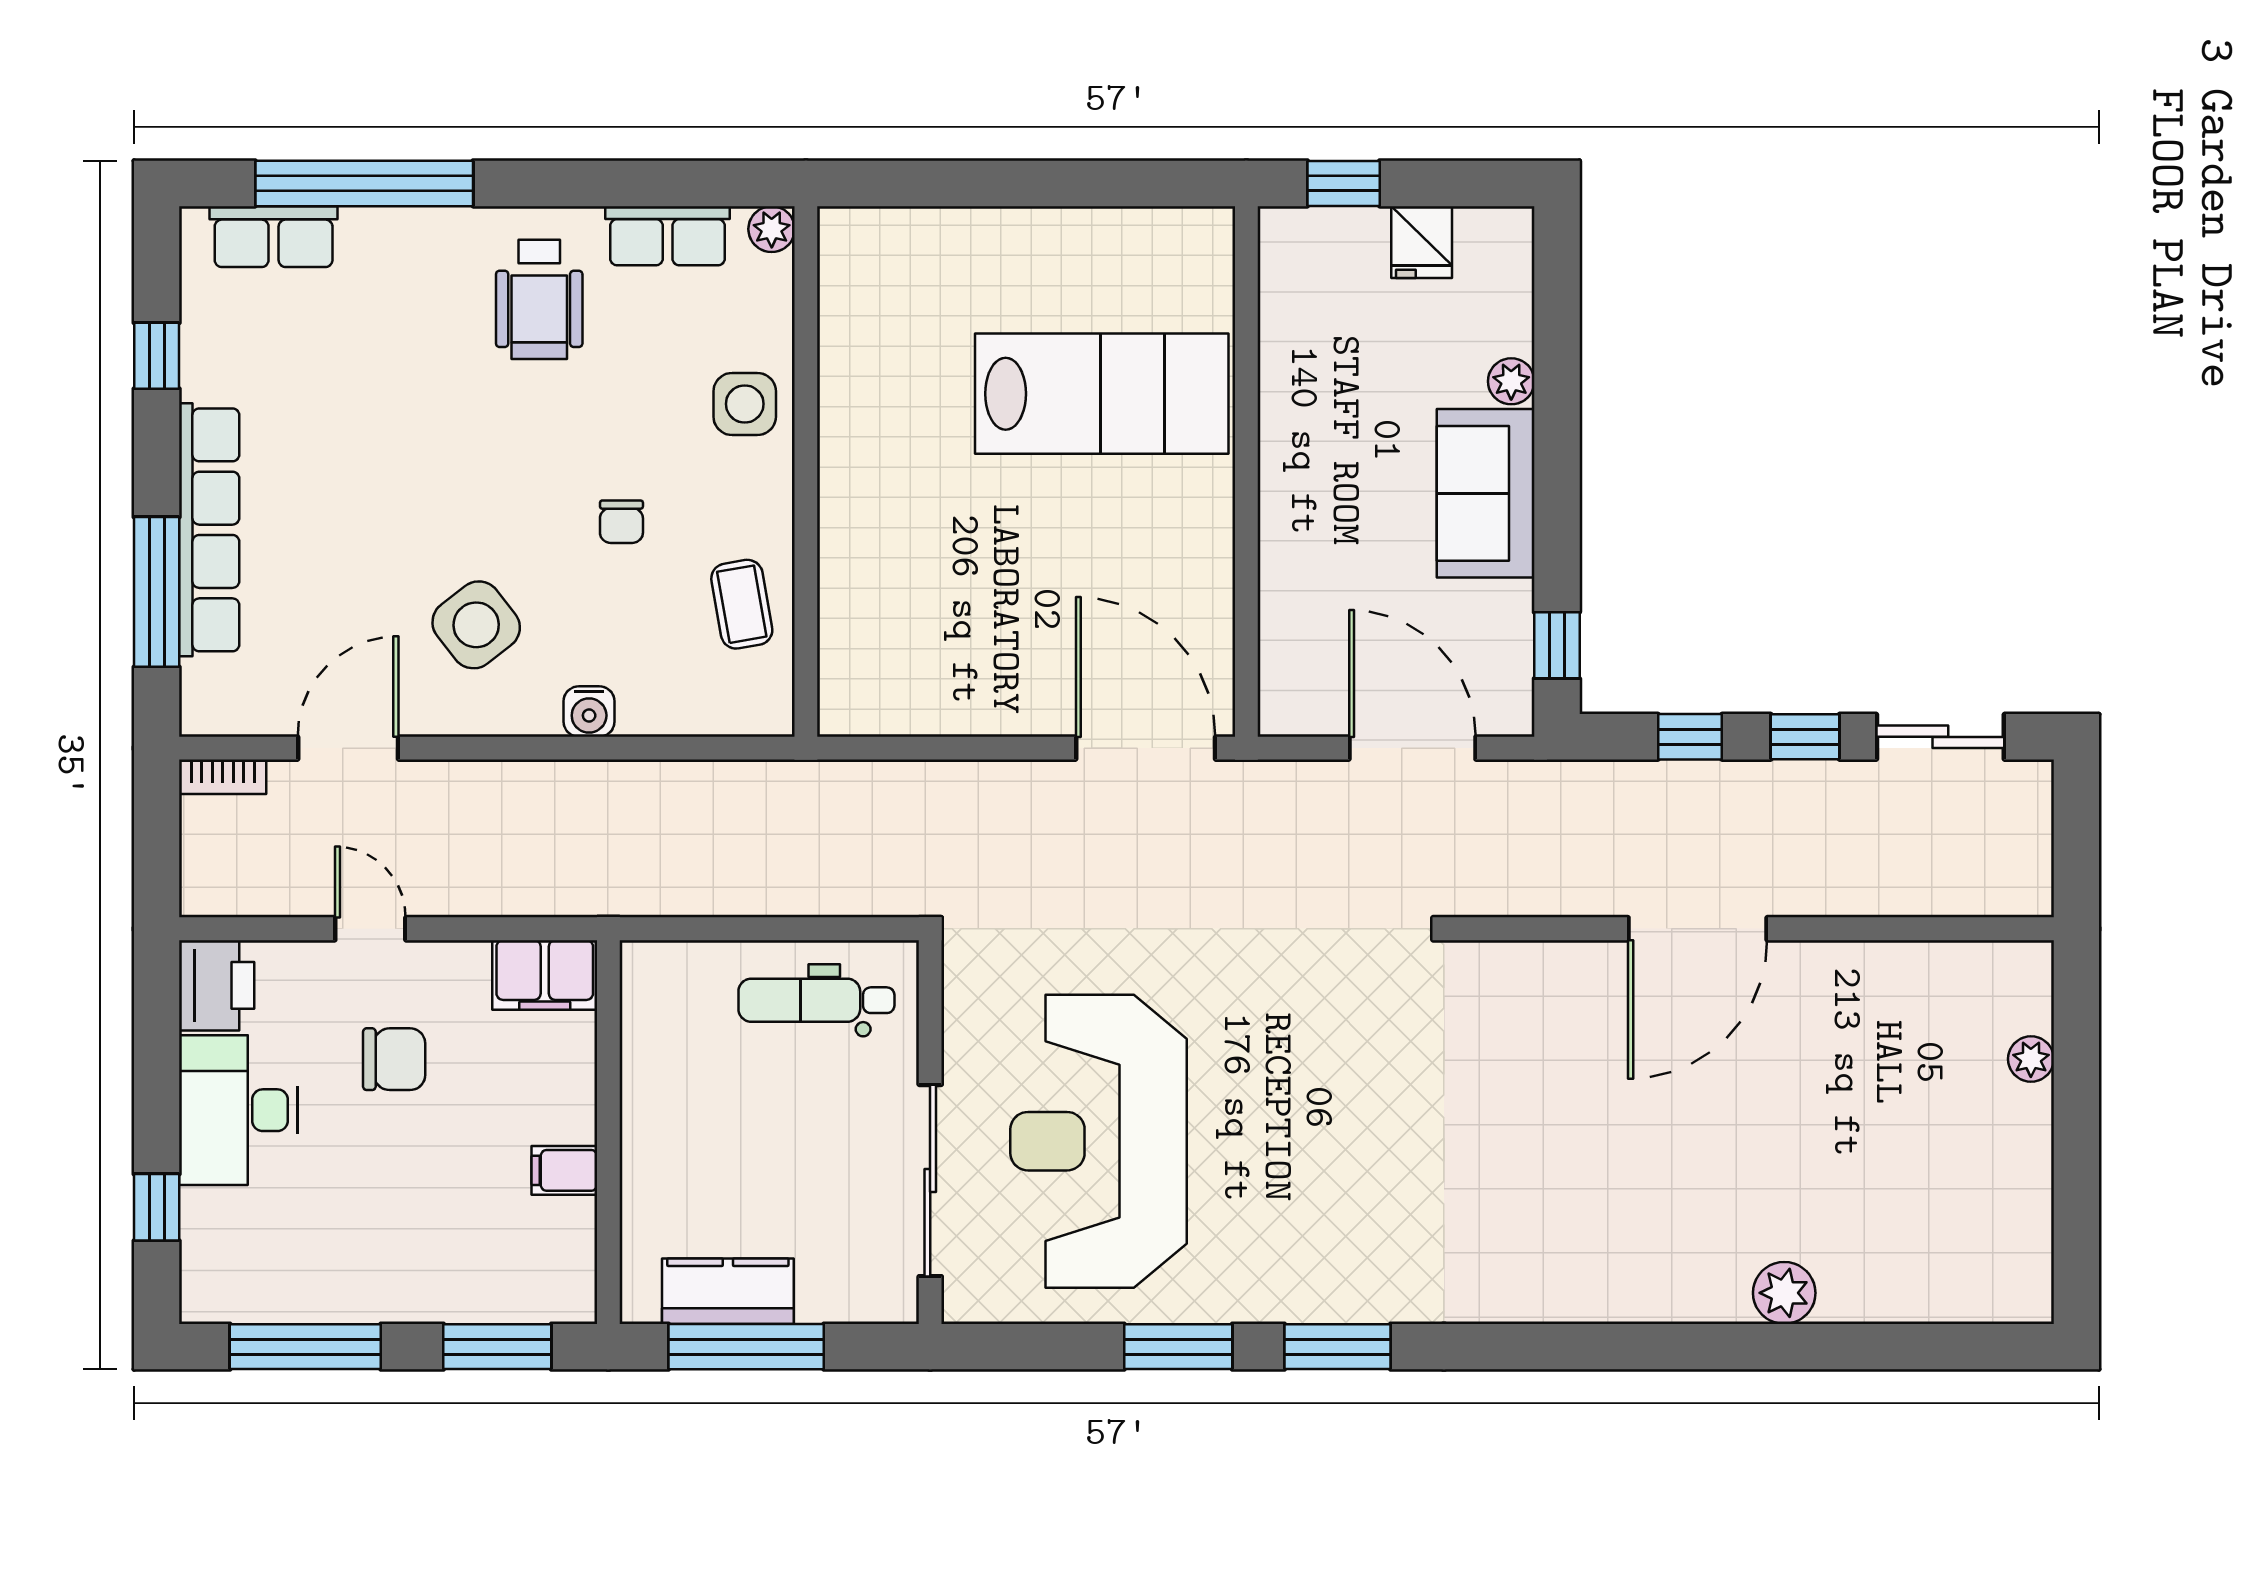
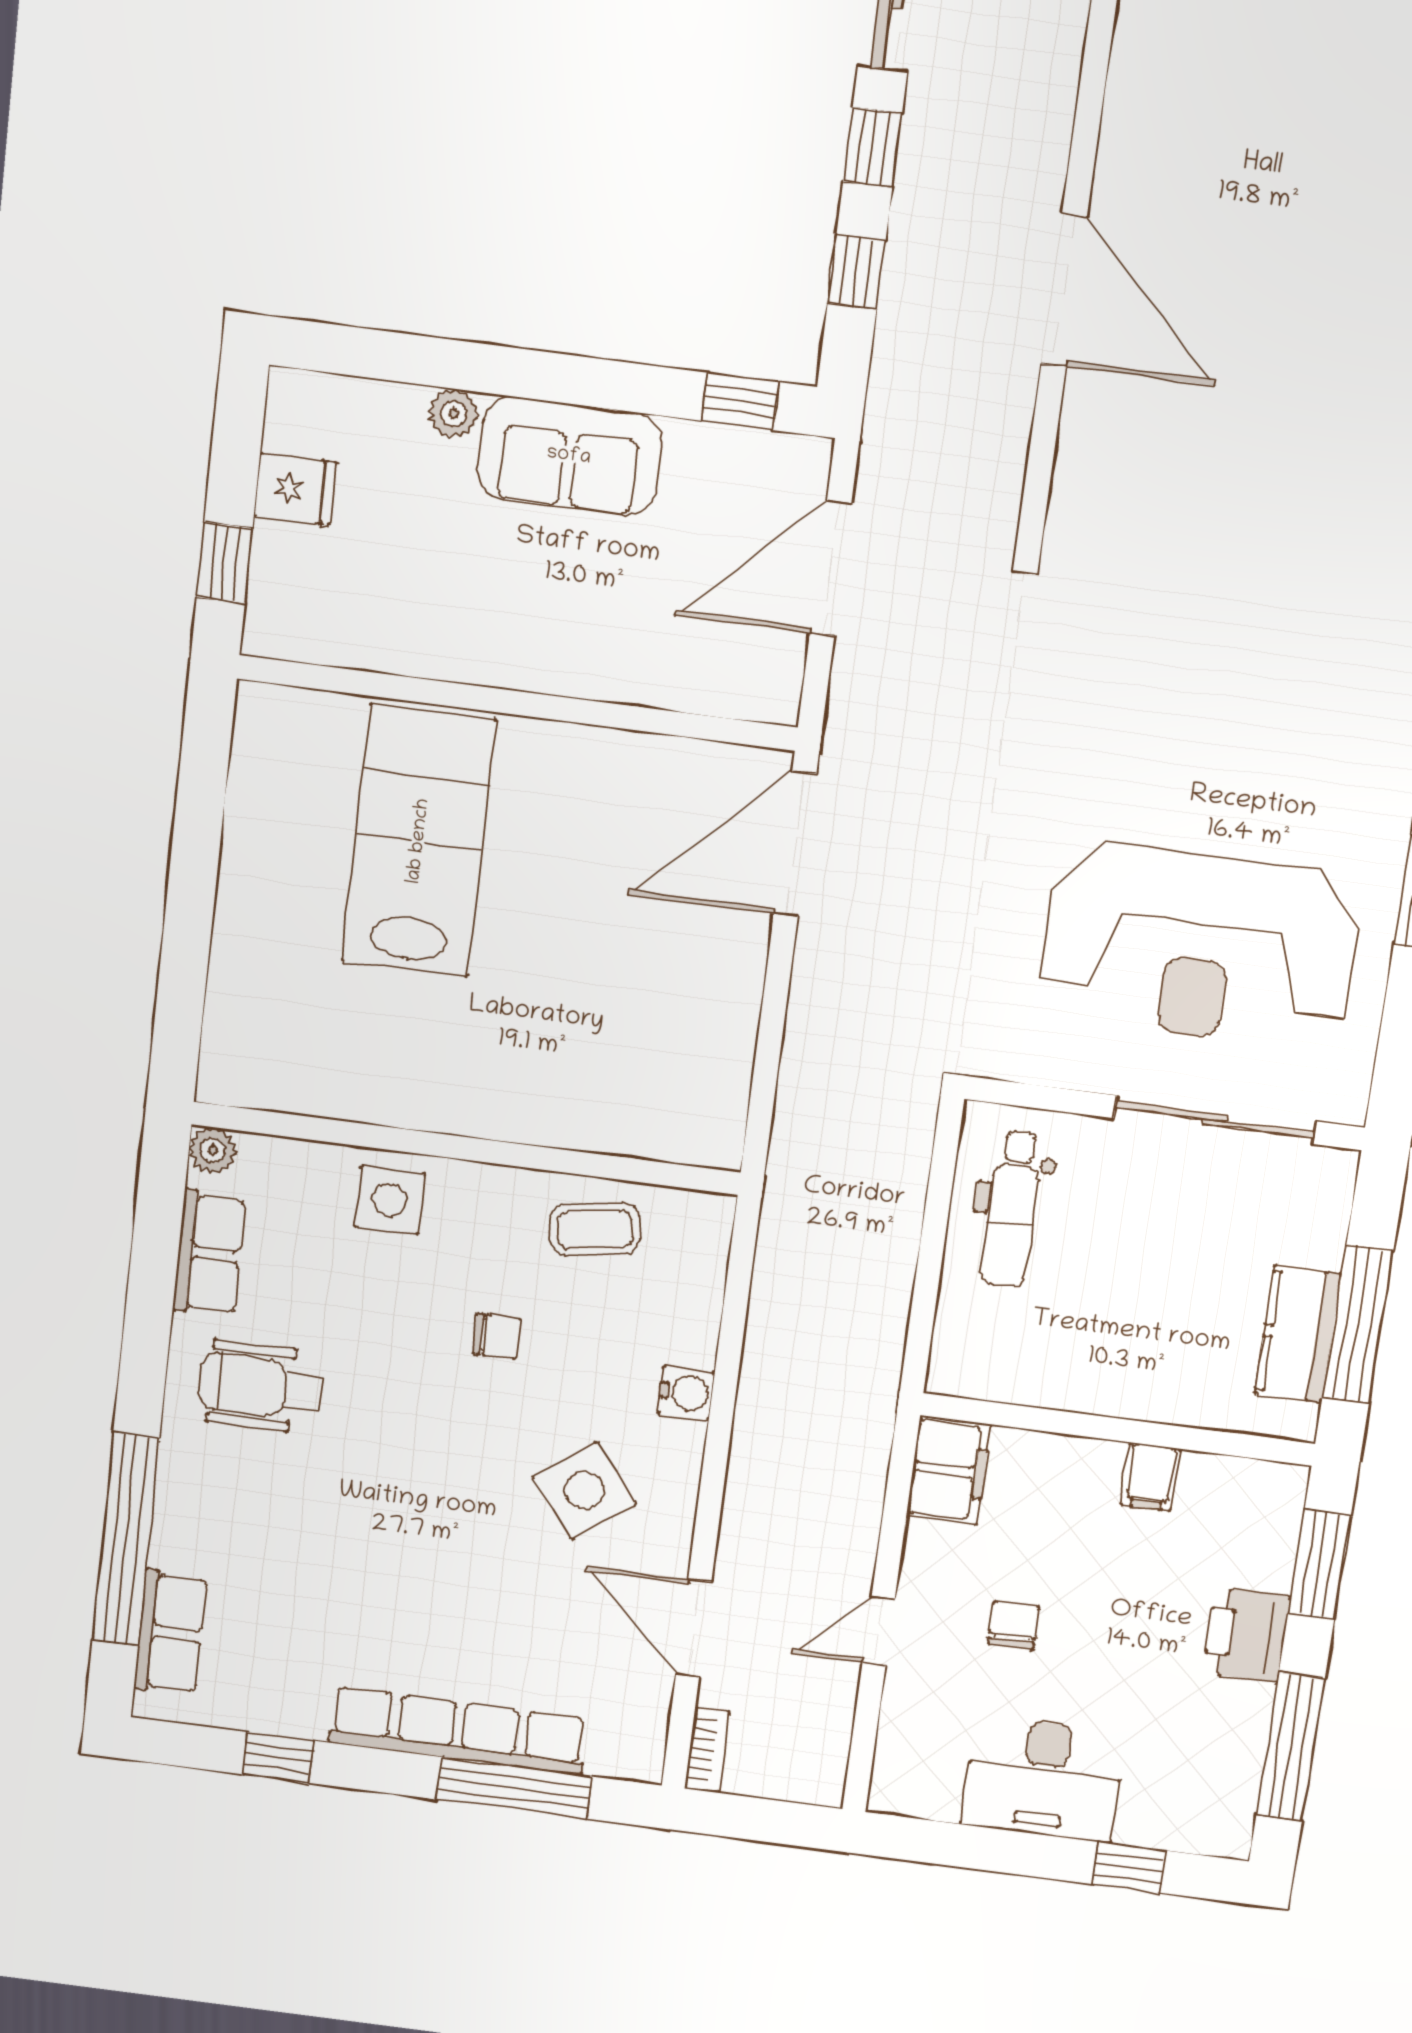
wheelchair: (539, 299) -> (261, 1387), turned 180
printer: (217, 985) -> (1246, 1635), moved, turned -90
chair: (394, 1059) -> (1014, 1625), width x0.73, depth x0.73

